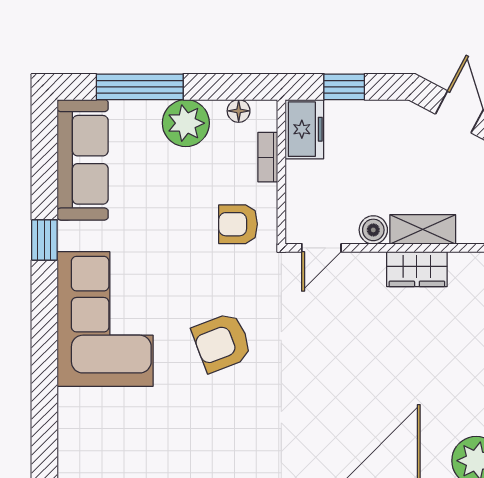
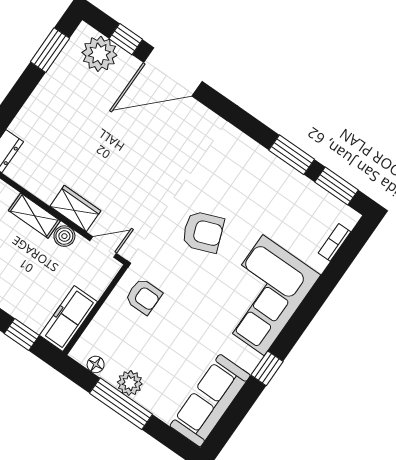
window: (140, 87) -> (121, 404), moved
plant: (186, 123) -> (130, 383), width x0.73, depth x0.73
freezer: (304, 129) -> (69, 319), width x1.40
bookcase: (268, 157) -> (334, 242), moved, turned 180
wardrobe: (417, 269) -> (75, 209), moved

